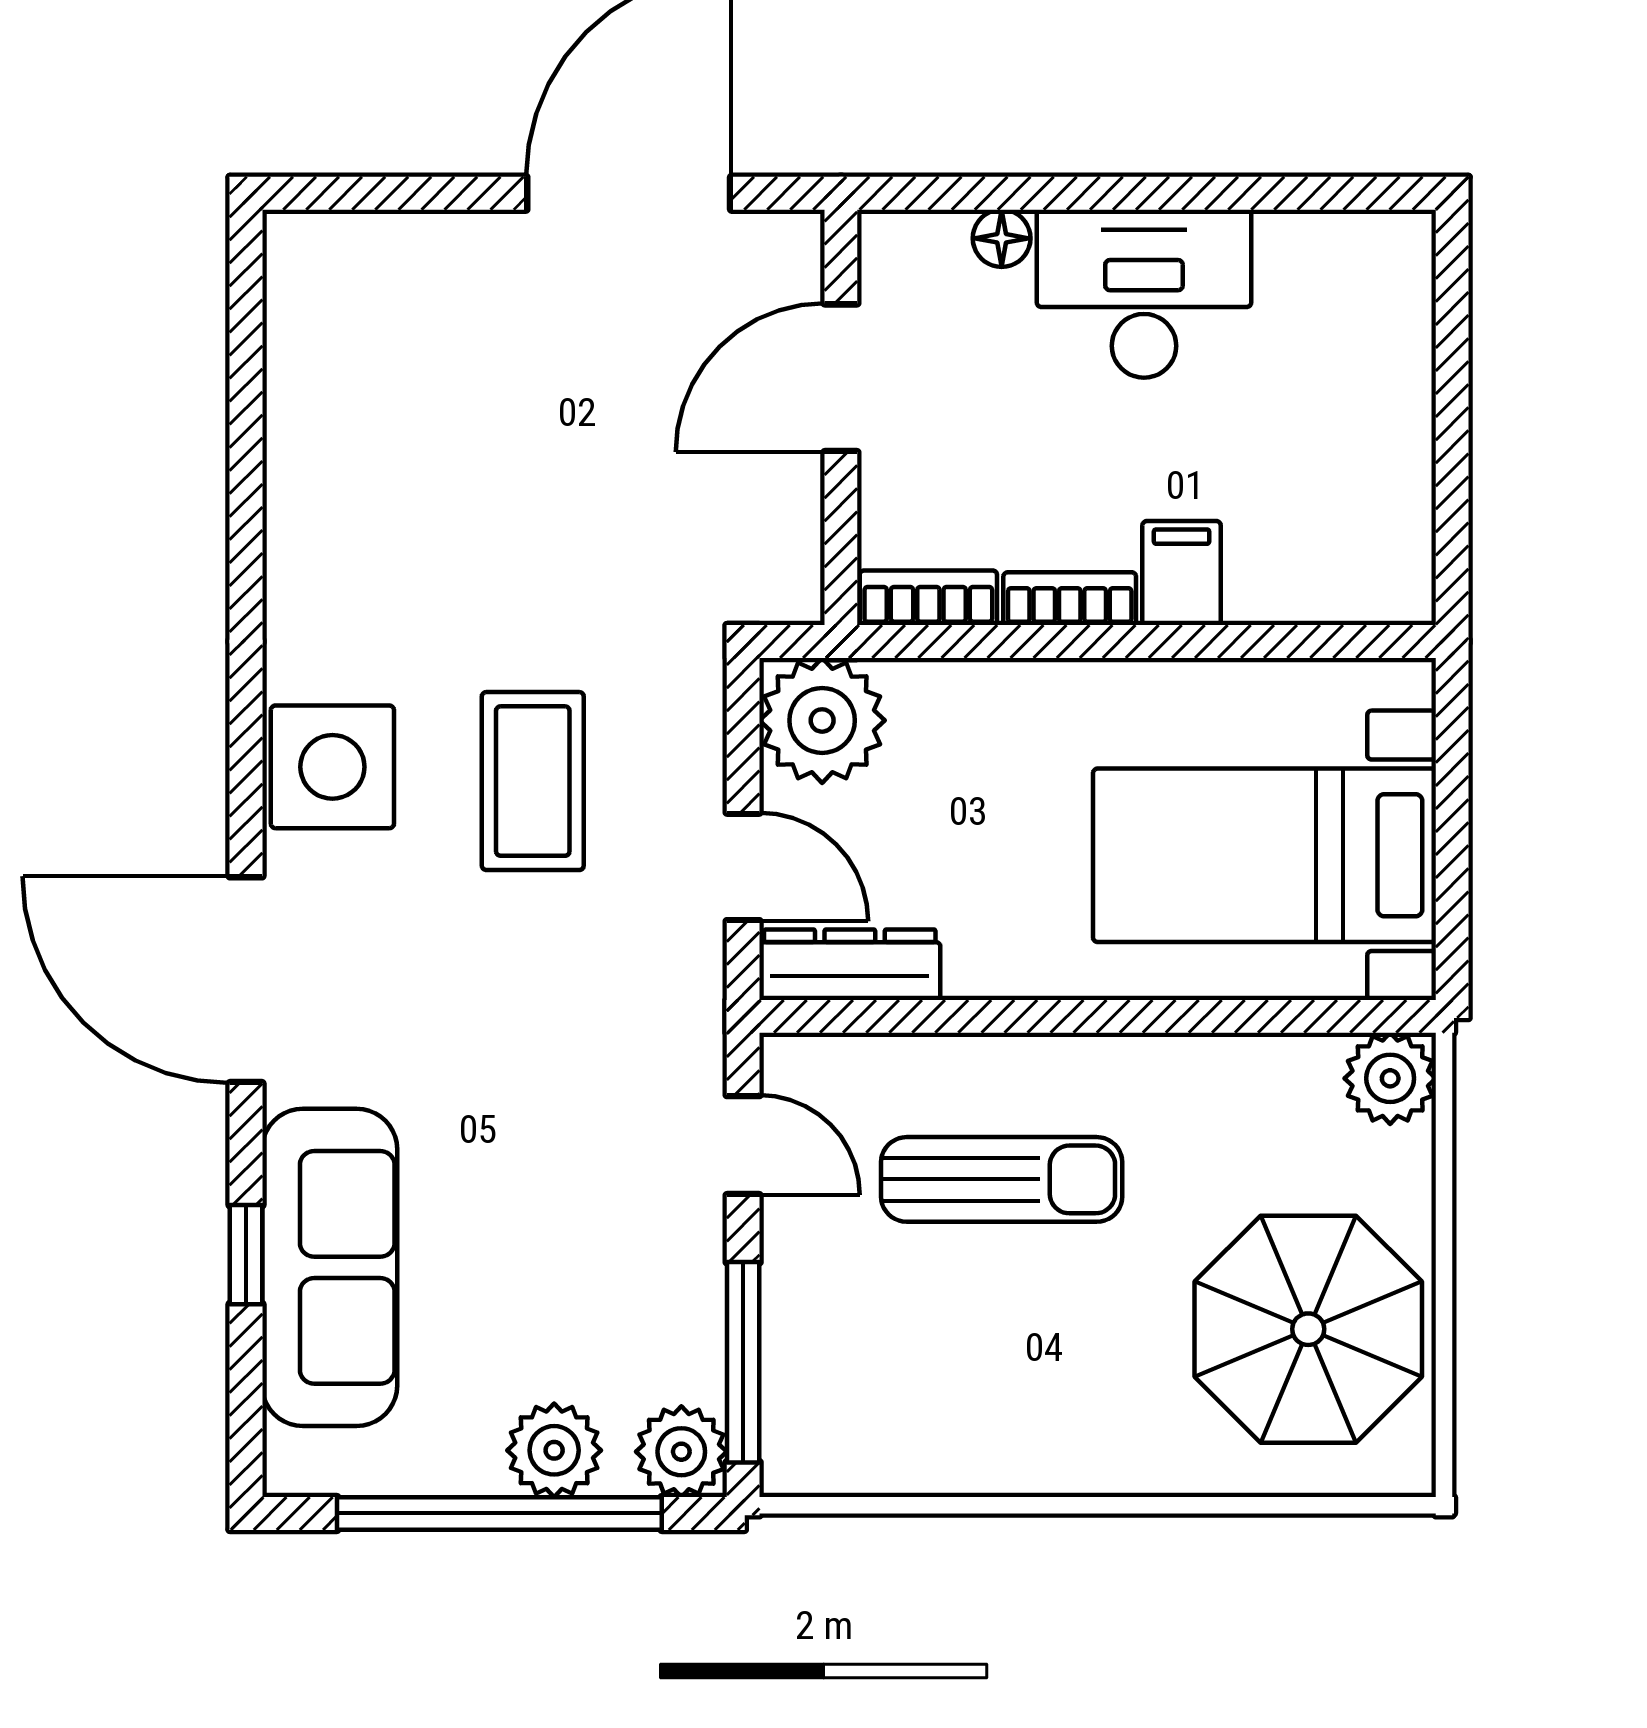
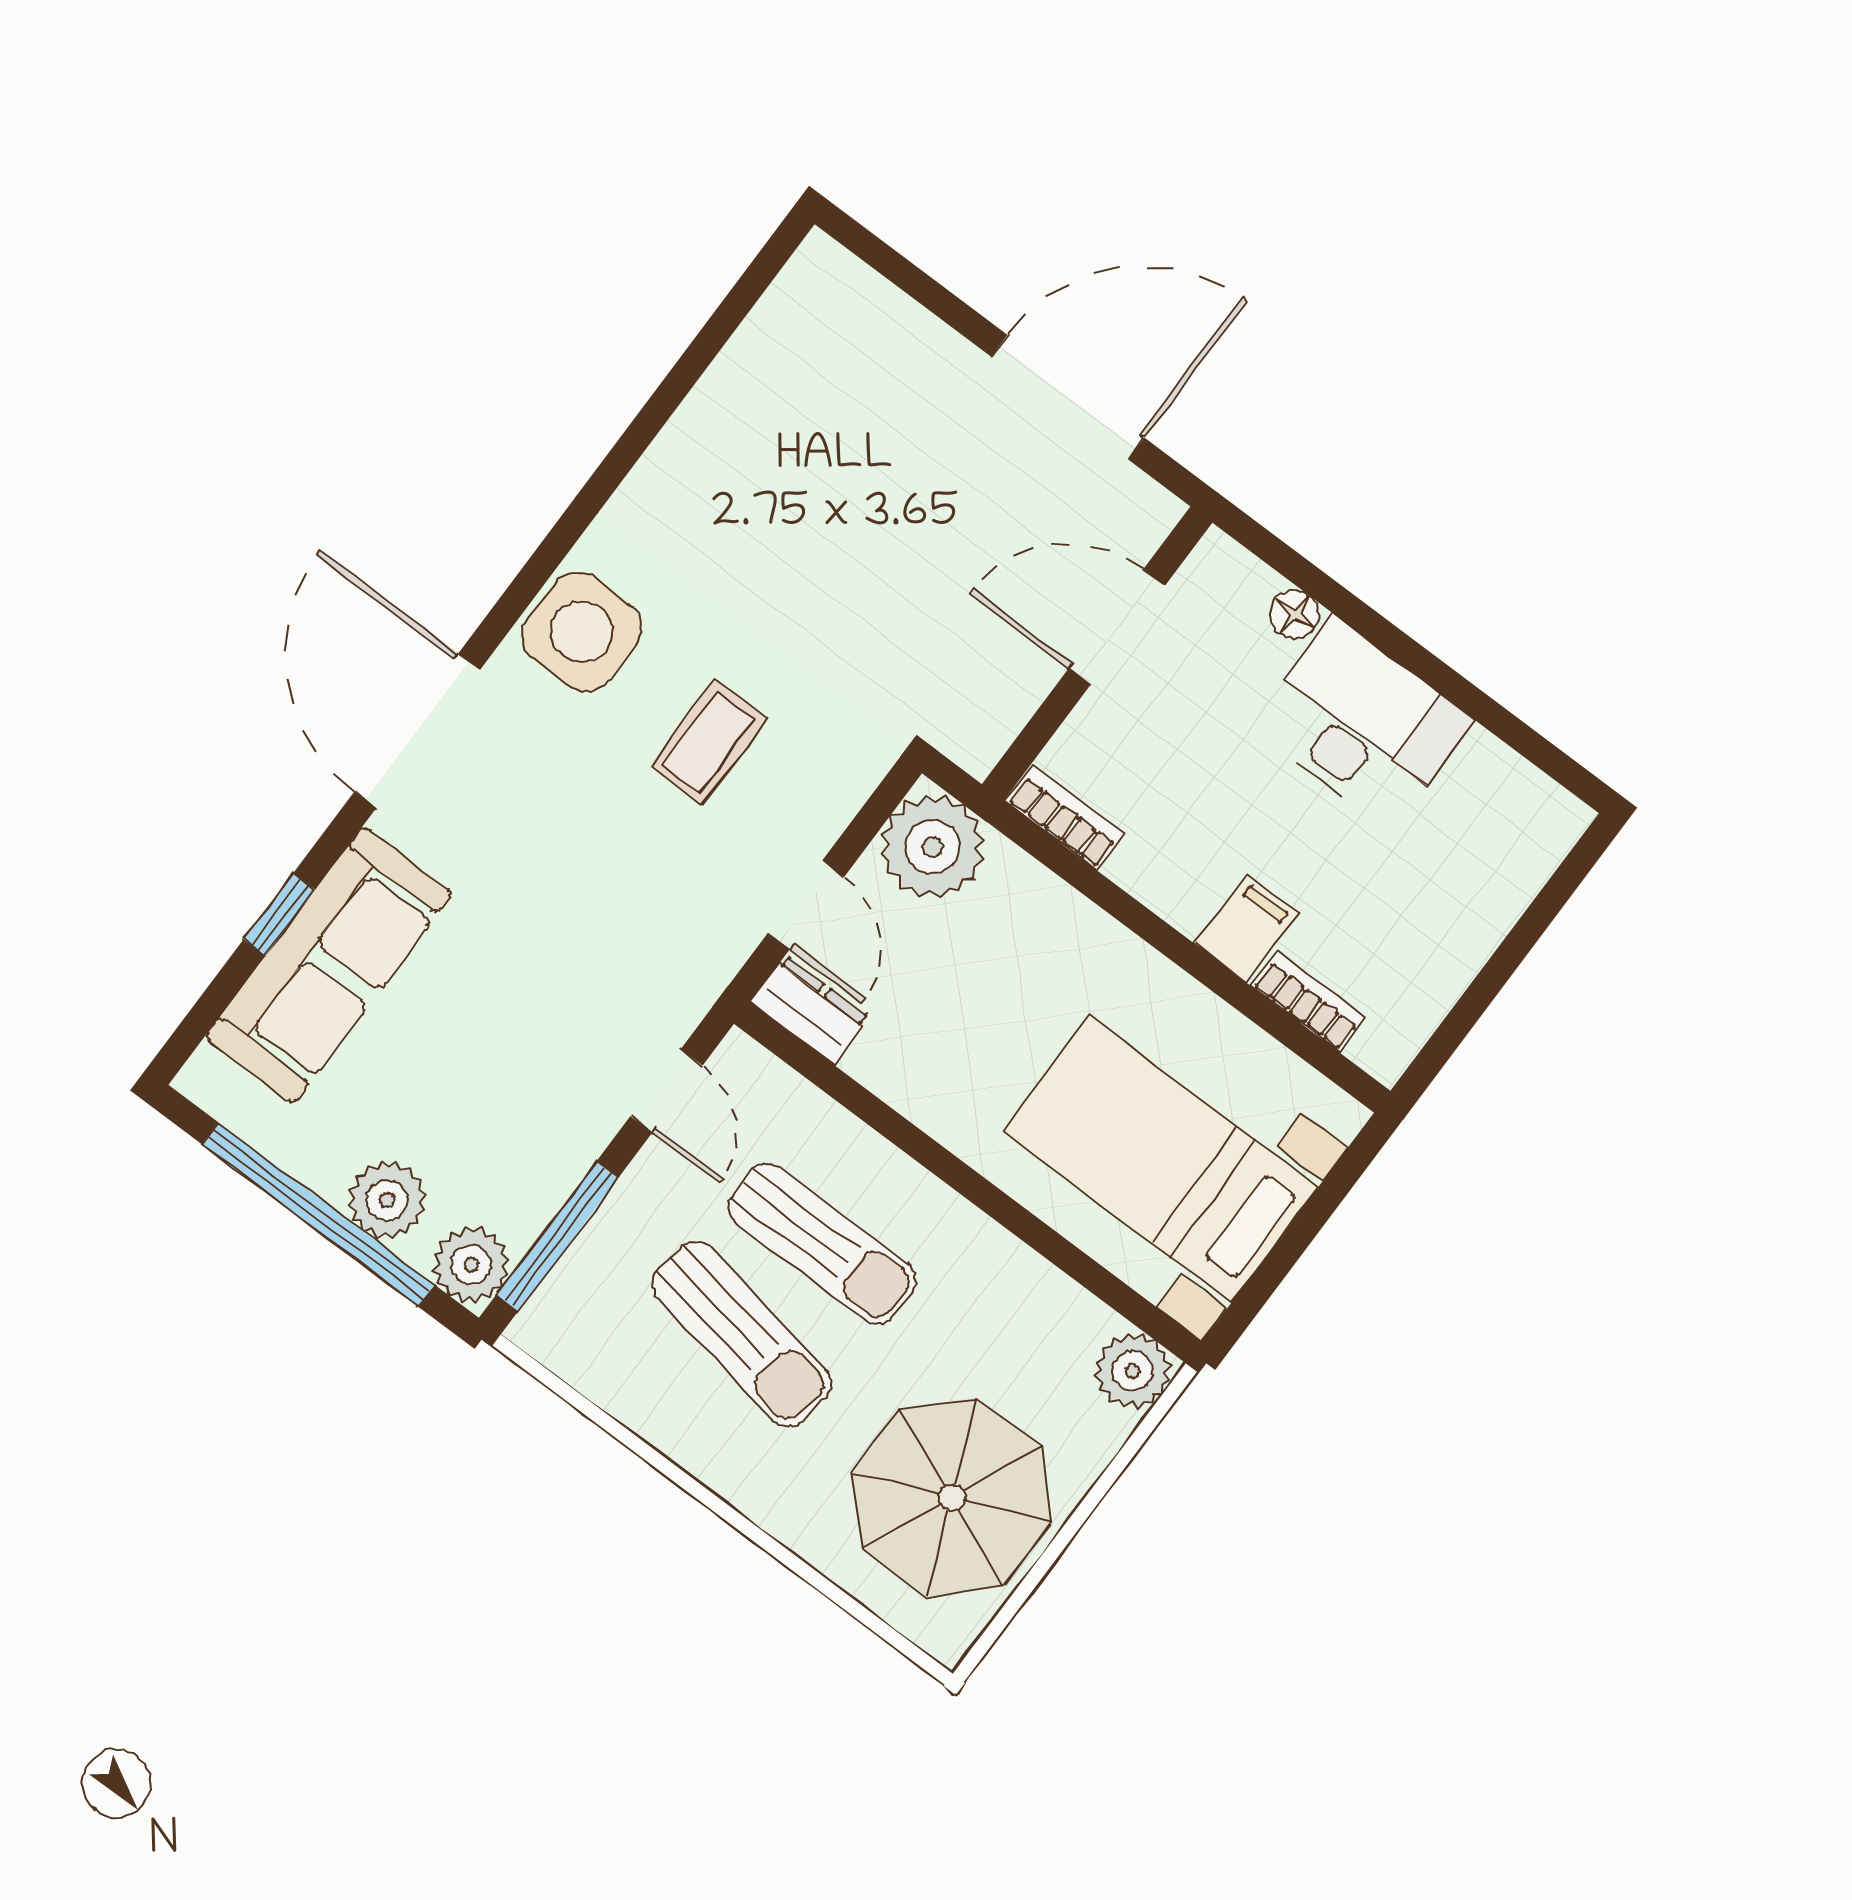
bookcase: (1070, 599) -> (1309, 1002), moved
coffee table: (533, 781) -> (709, 742), width x0.73, depth x0.77
dresser: (850, 965) -> (810, 1010), width x0.70
sun lounger: (989, 1324) -> (741, 1334), added

